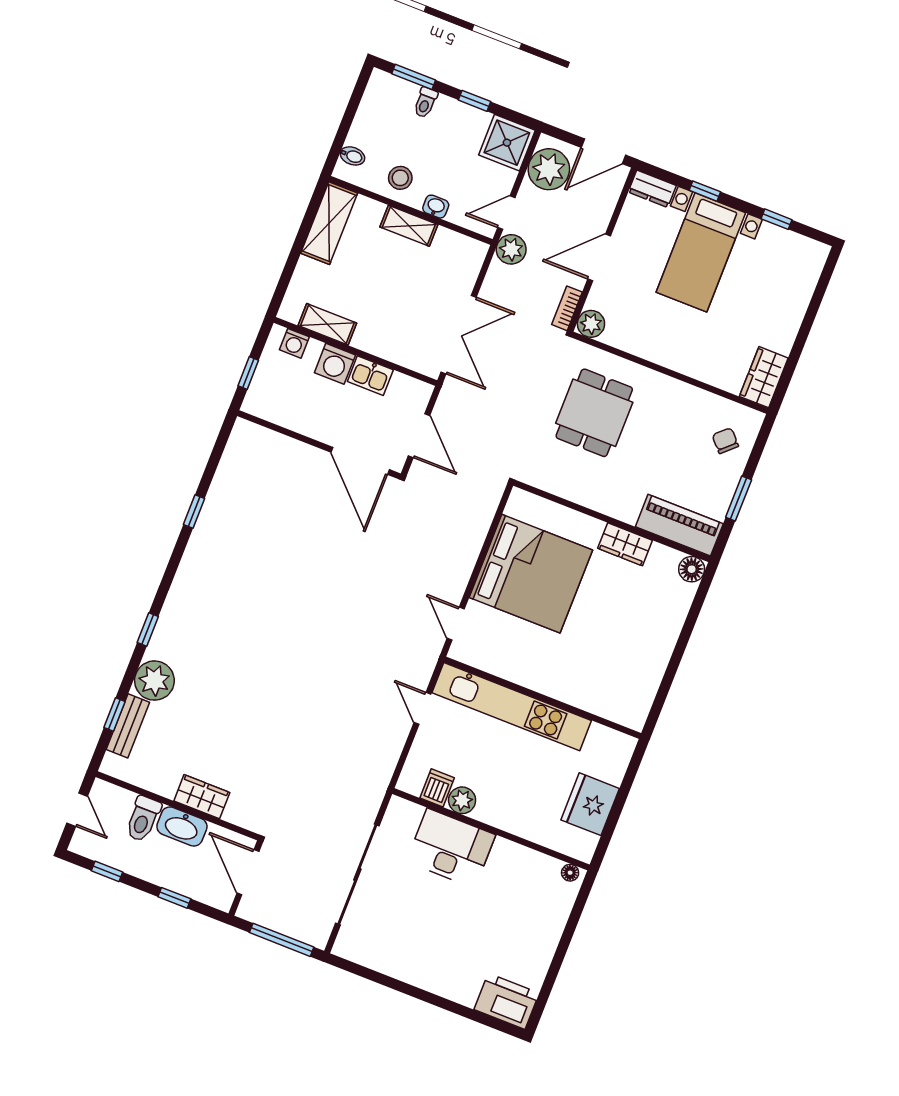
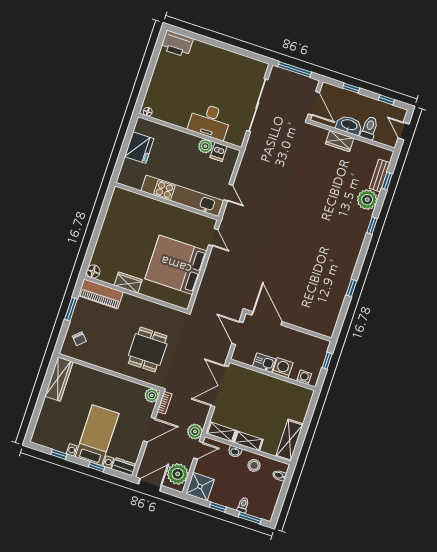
shelving: (327, 324) -> (221, 432), moved
wardrobe: (764, 377) -> (59, 379), width x1.50

